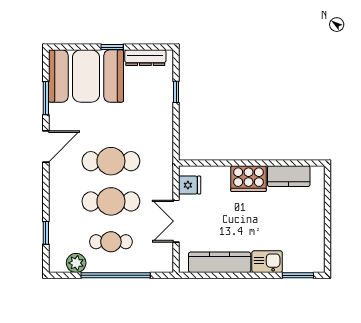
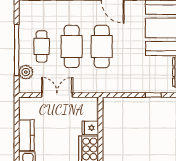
fridge: (190, 185) -> (90, 128), moved, turned 90
kitchen counter: (220, 262) -> (26, 135), width x0.67
plant: (76, 263) -> (26, 72), moved

